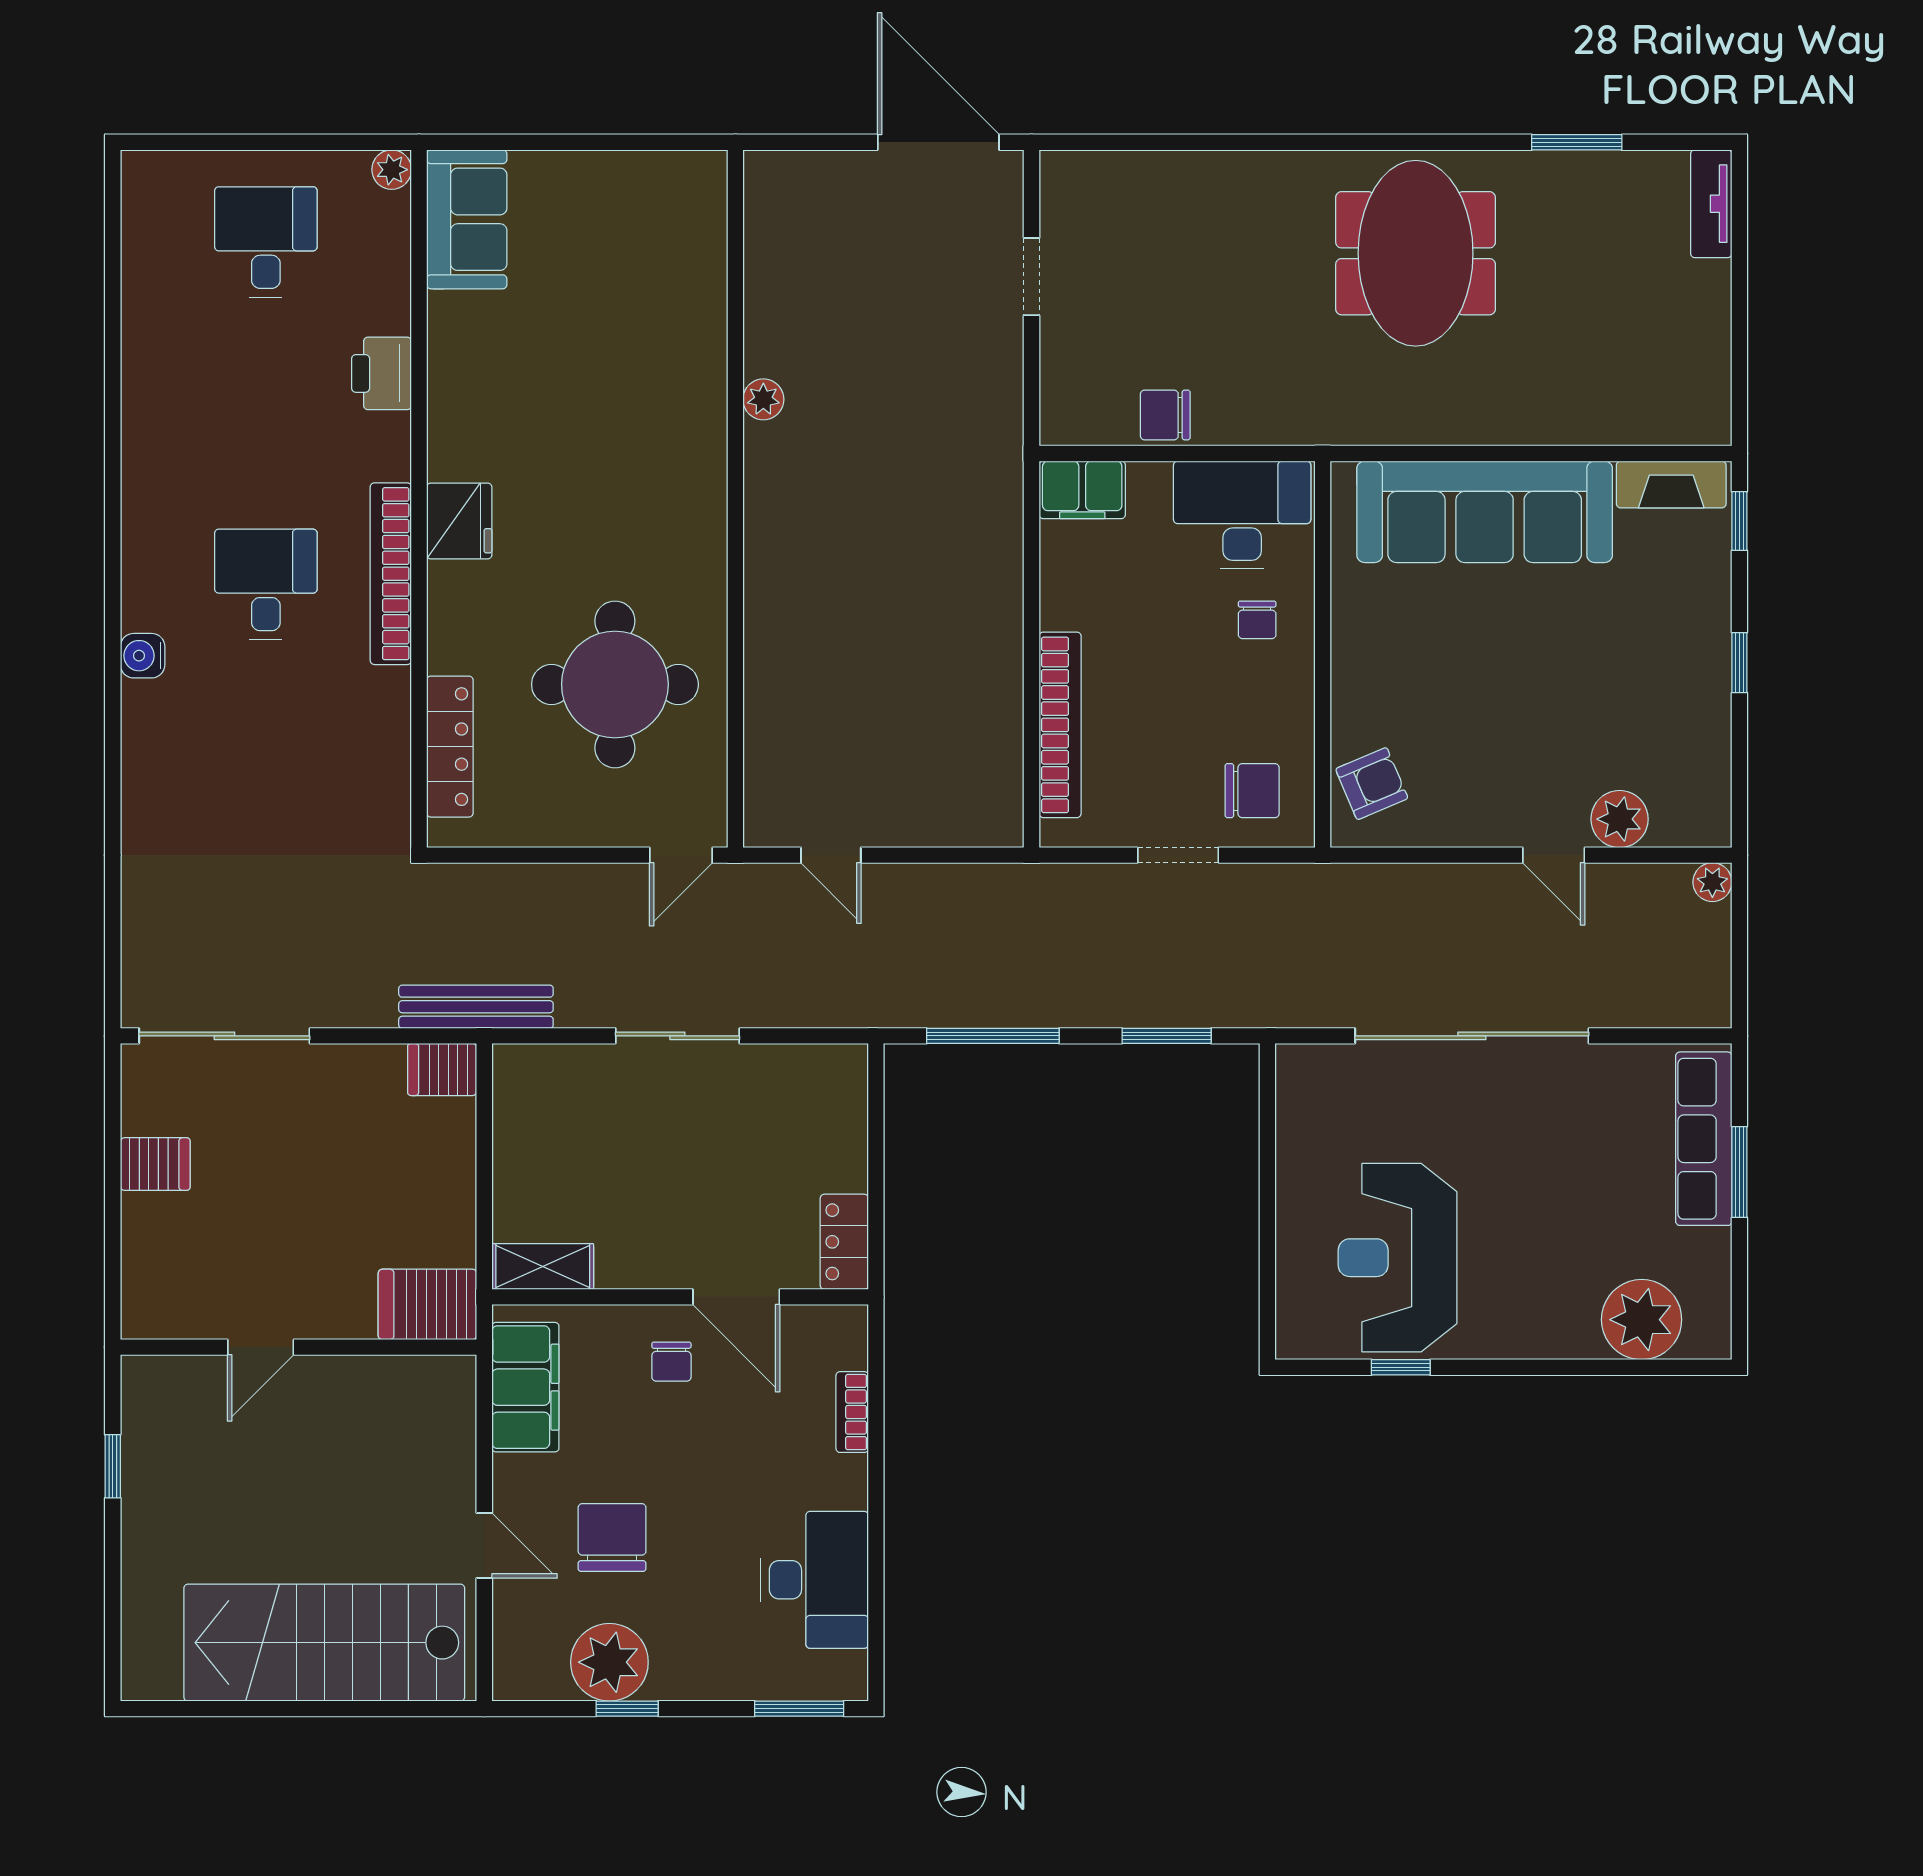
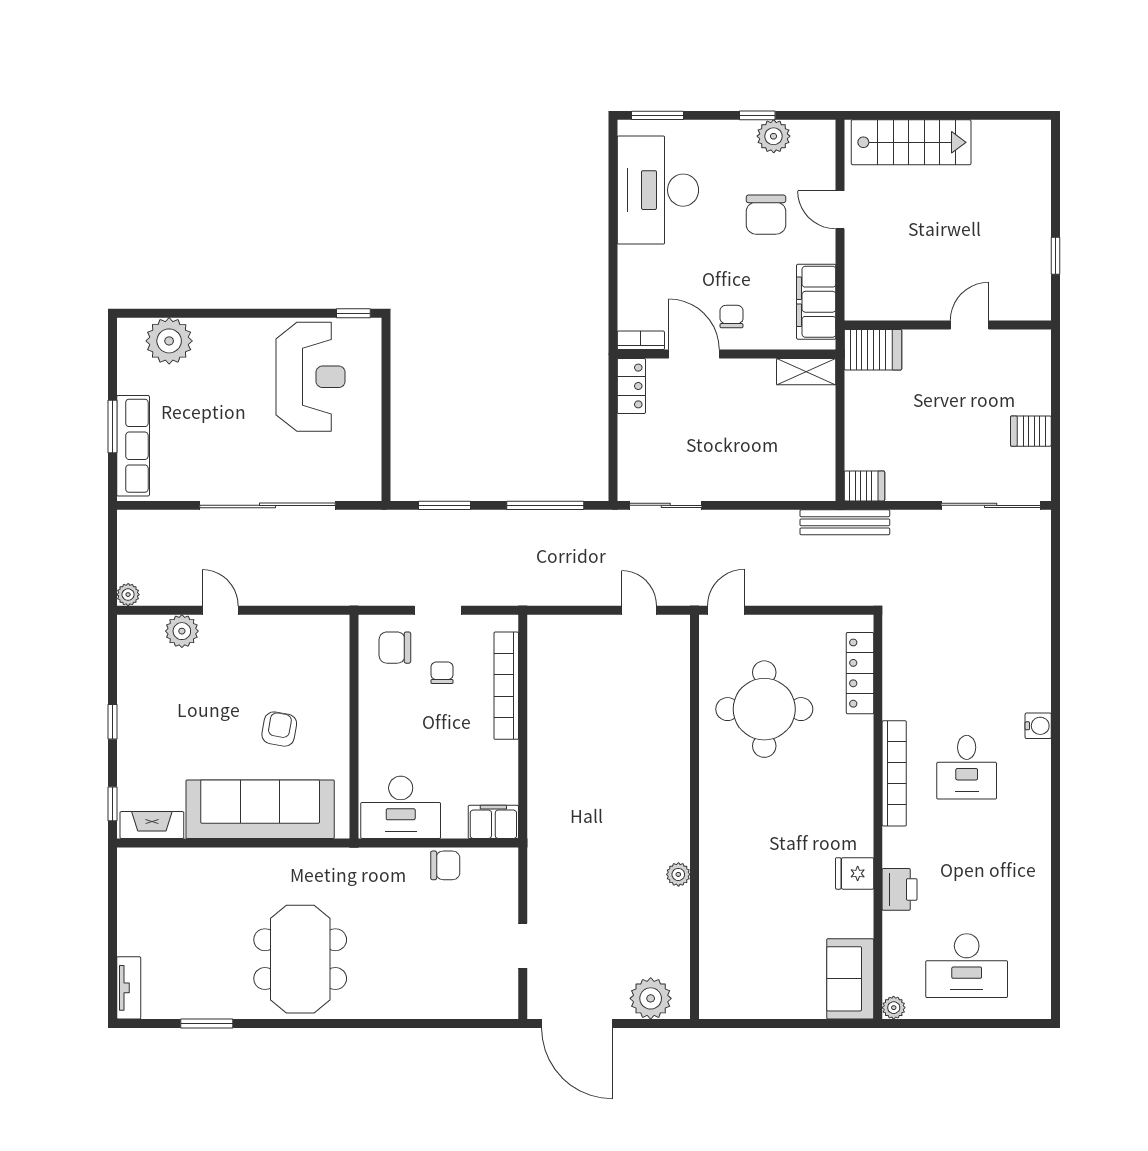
plant: (811, 185) -> (651, 998), added
desk: (266, 242) -> (967, 966), width x1.37
fridge: (459, 521) -> (855, 873), moved, width x0.72
chair: (1257, 620) -> (442, 673), moved
armchair: (1372, 784) -> (279, 729), moved, turned 123
sliding door: (677, 1036) -> (666, 505), moved
window: (1401, 1367) -> (353, 313), moved
bookcase: (852, 1412) -> (641, 340), moved, turned -90
desk: (815, 1580) -> (658, 190), width x1.36, depth x1.30
stairs: (324, 1643) -> (911, 142), width x0.73, depth x0.66
plant: (609, 1662) -> (774, 136), width x0.73, depth x0.73

